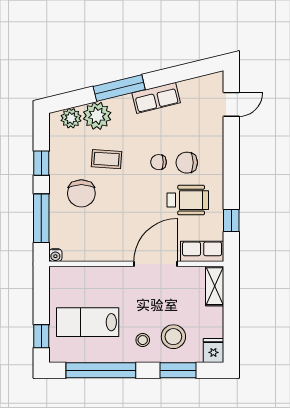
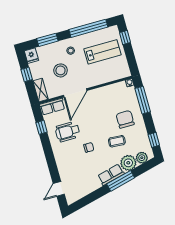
row of seats: (156, 98) -> (111, 175), moved
window: (41, 163) -> (154, 140), moved
chair: (187, 163) -> (74, 151), removed
window: (231, 320) -> (27, 74), added
stool: (173, 337) -> (60, 70), moved

